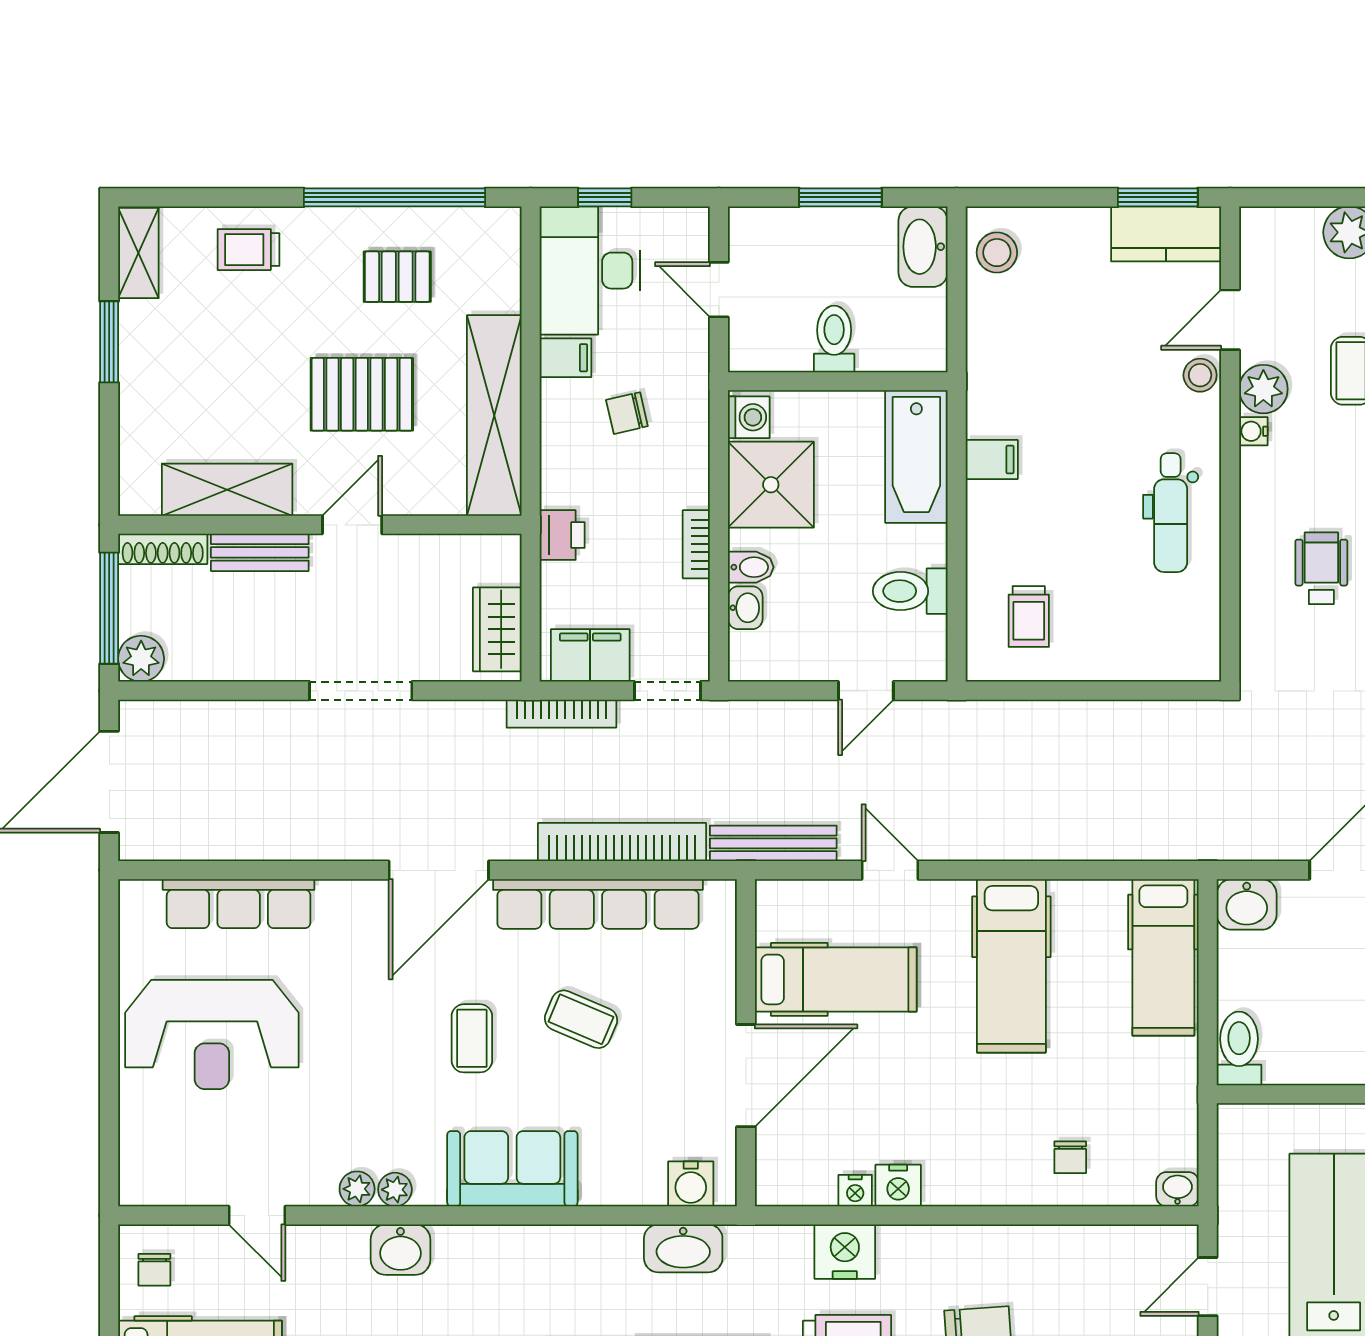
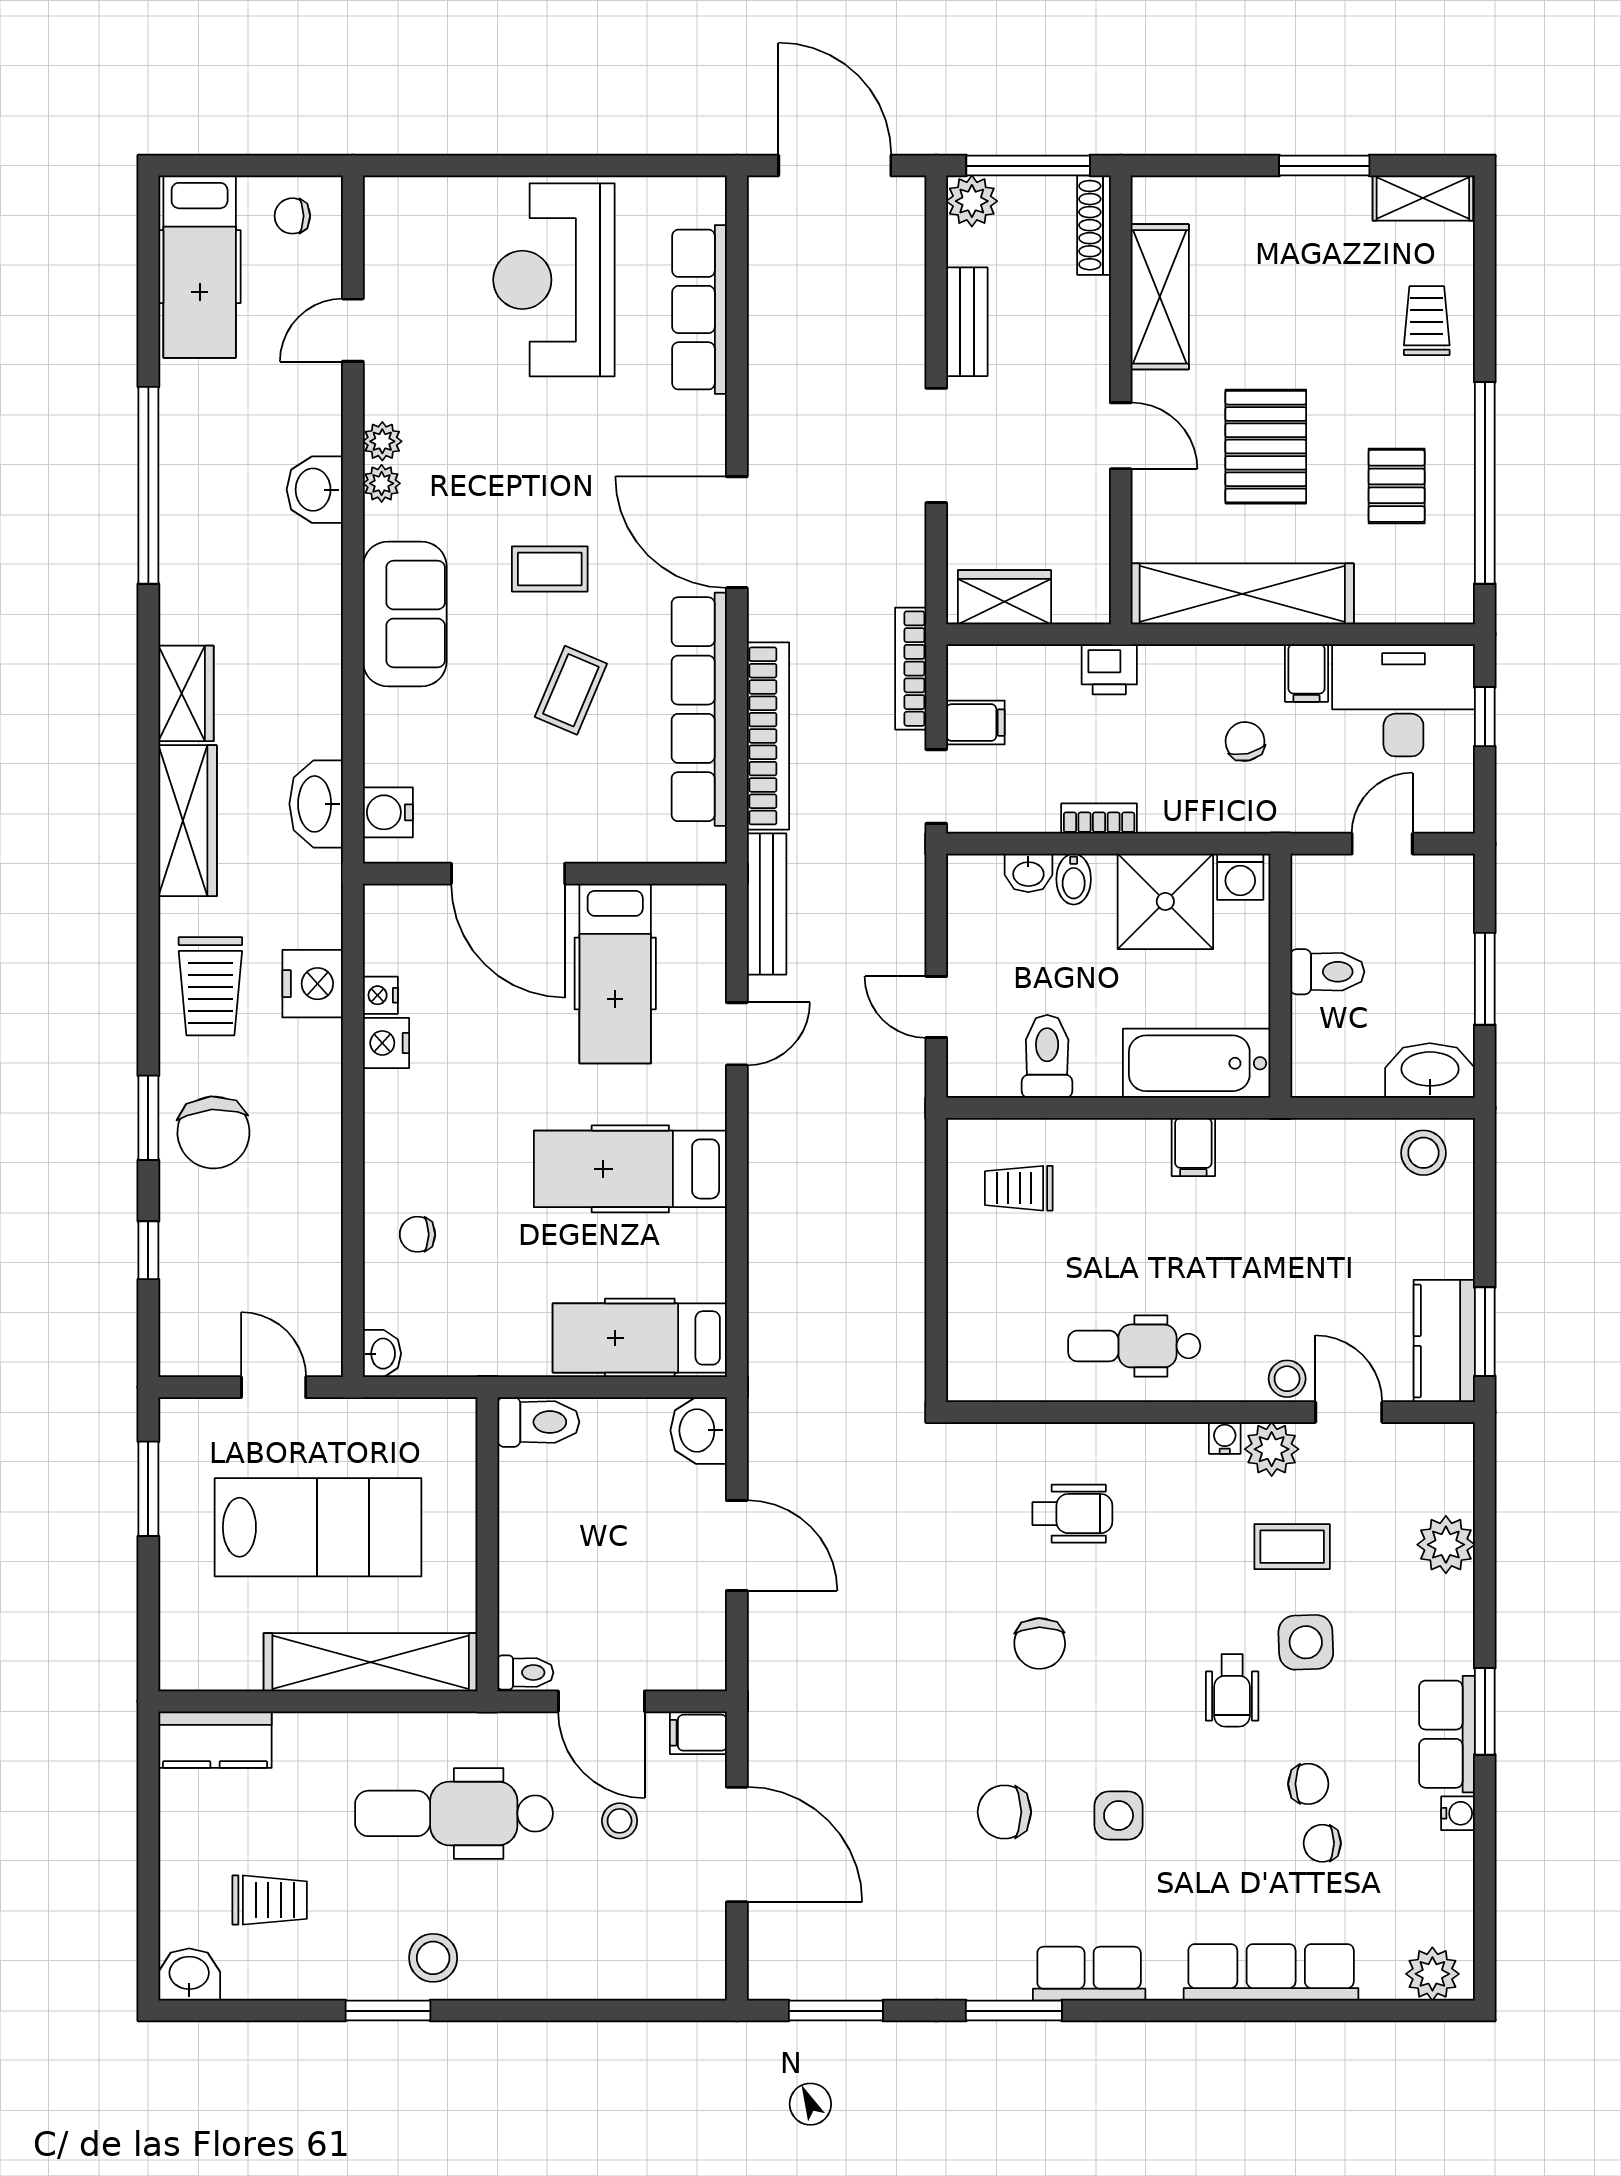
bench: (260, 552) -> (967, 322), moved
filing cabinet: (590, 655) -> (975, 723), width x0.50

